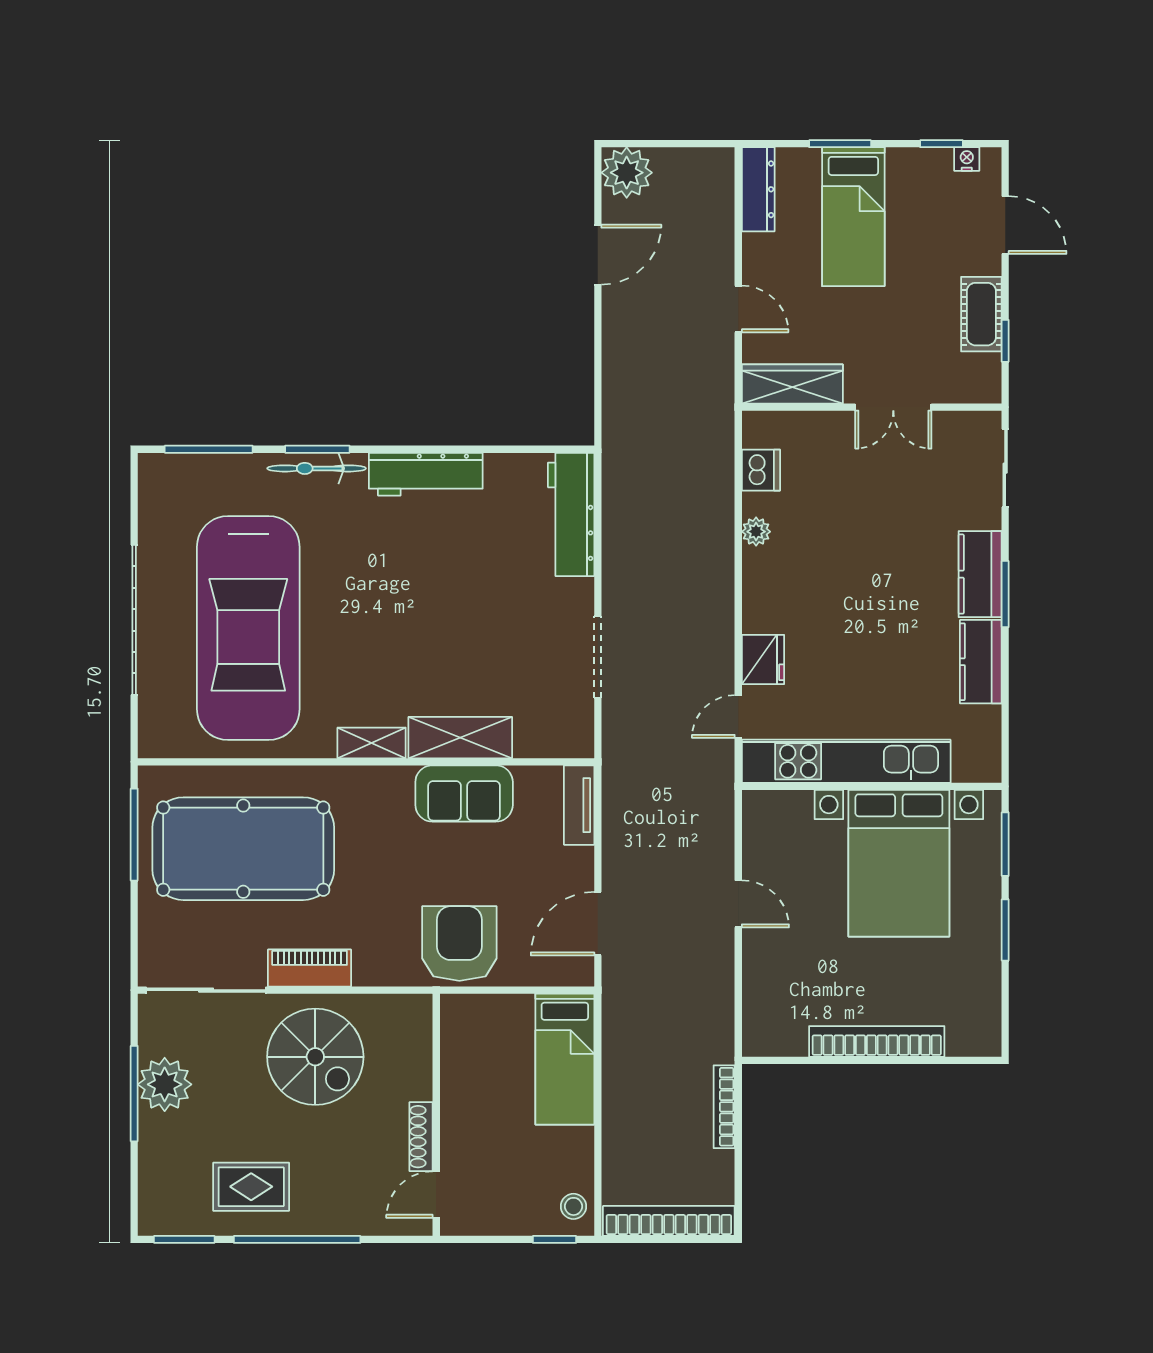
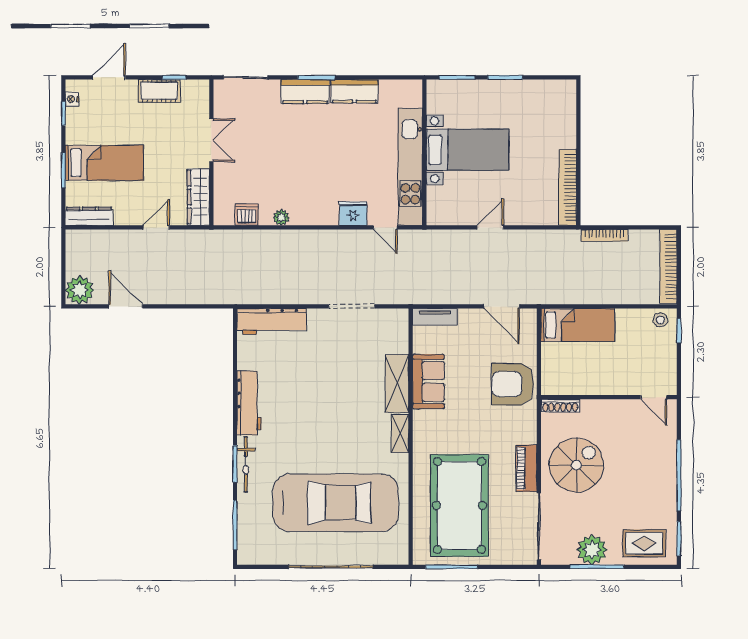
bed with nightstands: (899, 863) -> (468, 150), width x0.73
bookcase: (877, 1041) -> (568, 187), moved
shoe rack: (421, 1137) -> (560, 406), moved
rug: (251, 1187) -> (644, 543), moved, turned 90

